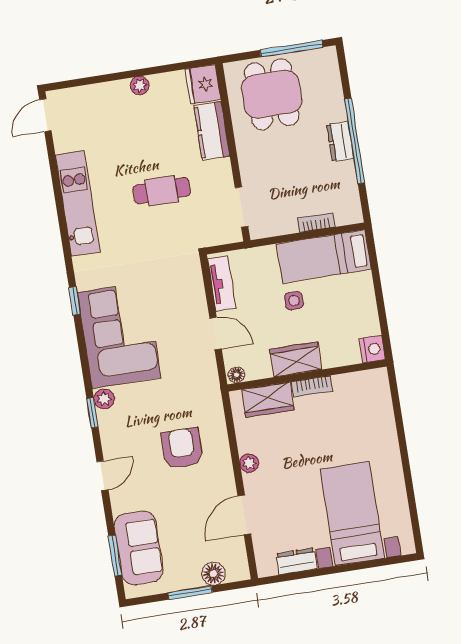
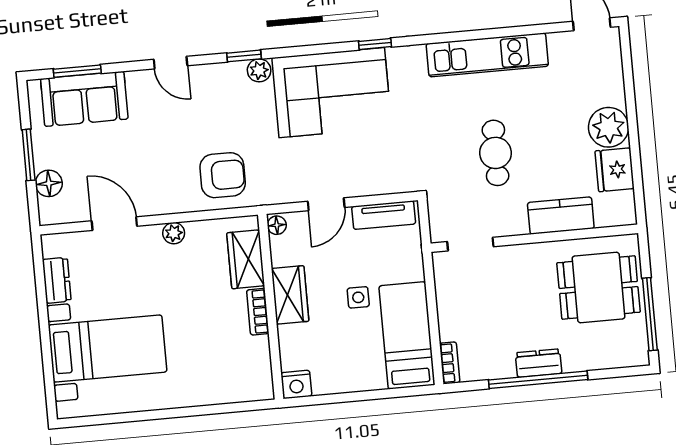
fridge: (203, 84) -> (615, 170), moved, turned -90
plant: (140, 86) -> (609, 127), width x1.88, depth x1.88
bookcase: (316, 223) -> (450, 363), moved
armchair: (182, 448) -> (223, 175), moved

